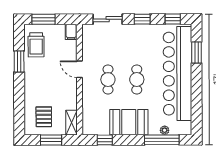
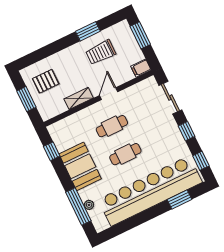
trolley: (36, 45) -> (101, 52), moved
shelving: (71, 123) -> (79, 98), moved

